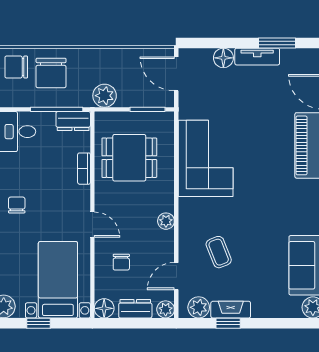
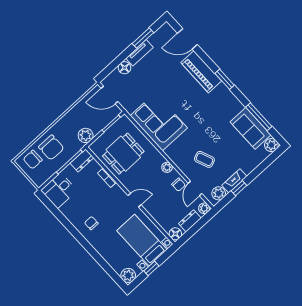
chair: (121, 262) -> (179, 185), moved

